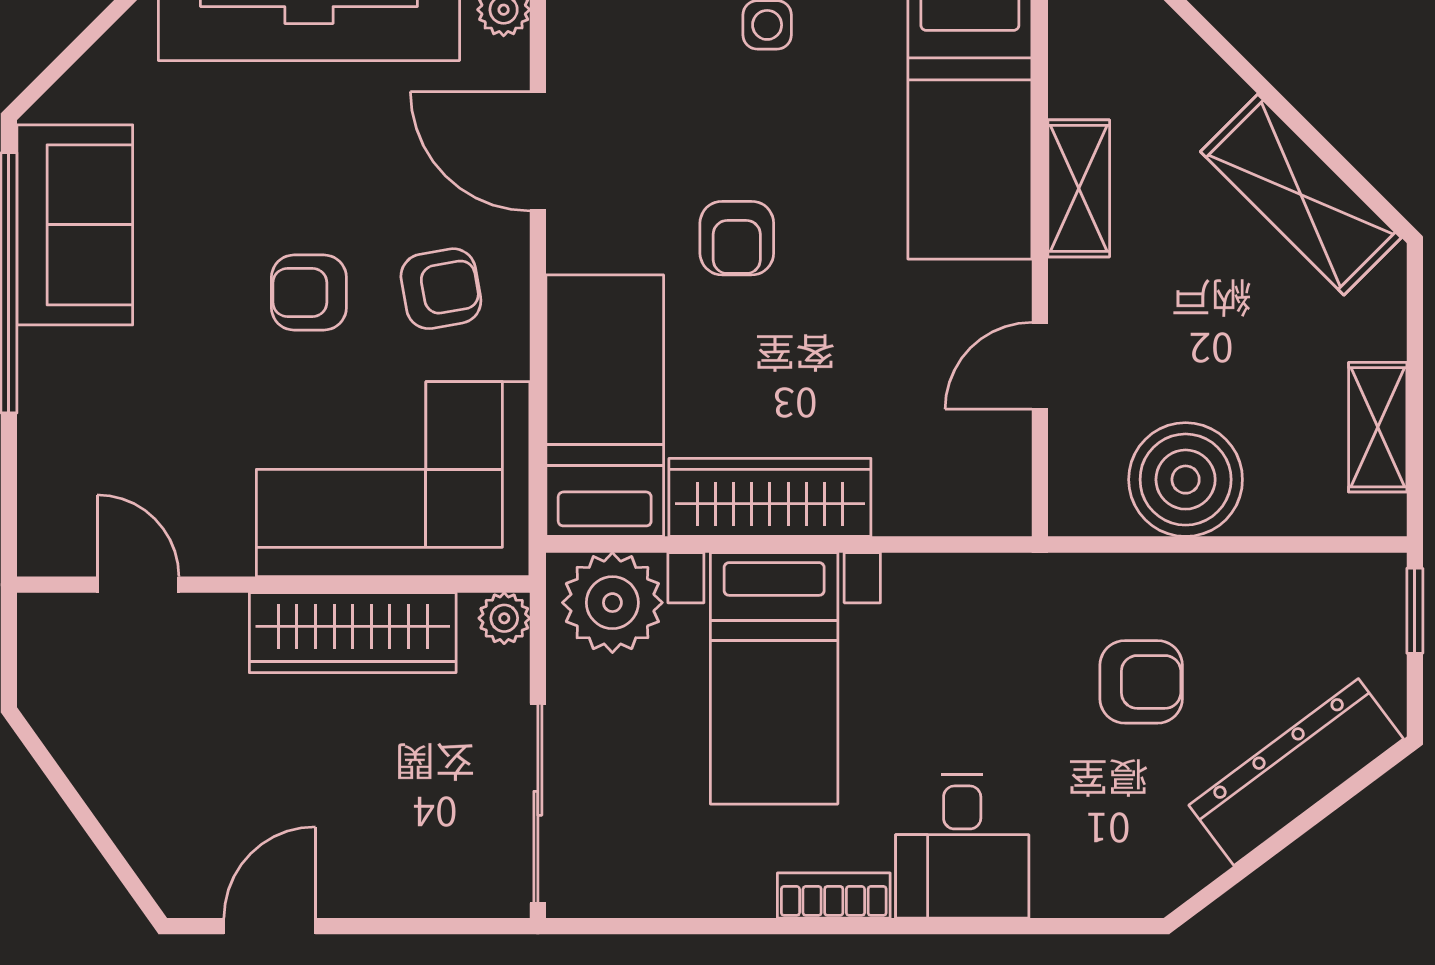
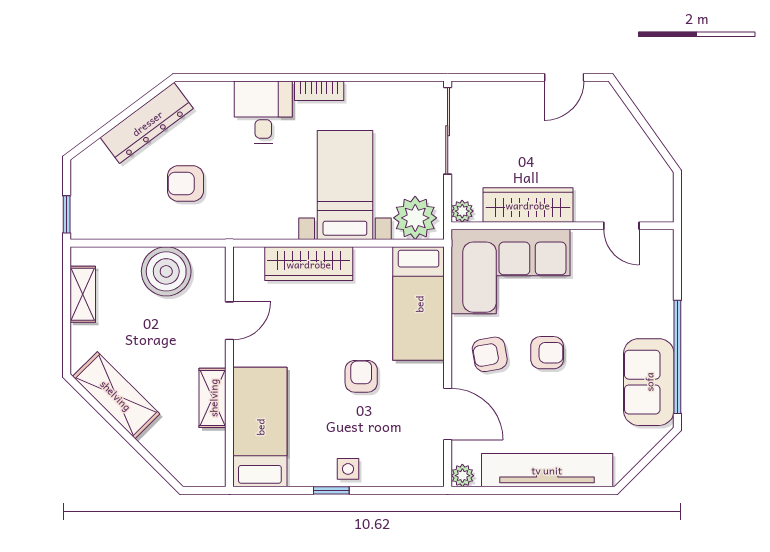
wardrobe: (770, 497) -> (309, 264), moved
dresser: (1296, 772) -> (147, 123), moved

